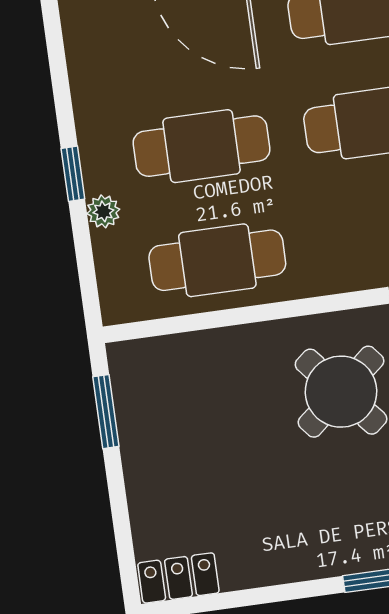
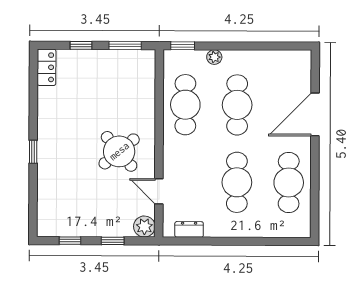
window: (73, 174) -> (183, 46), moved
window: (119, 509) -> (81, 45), added

